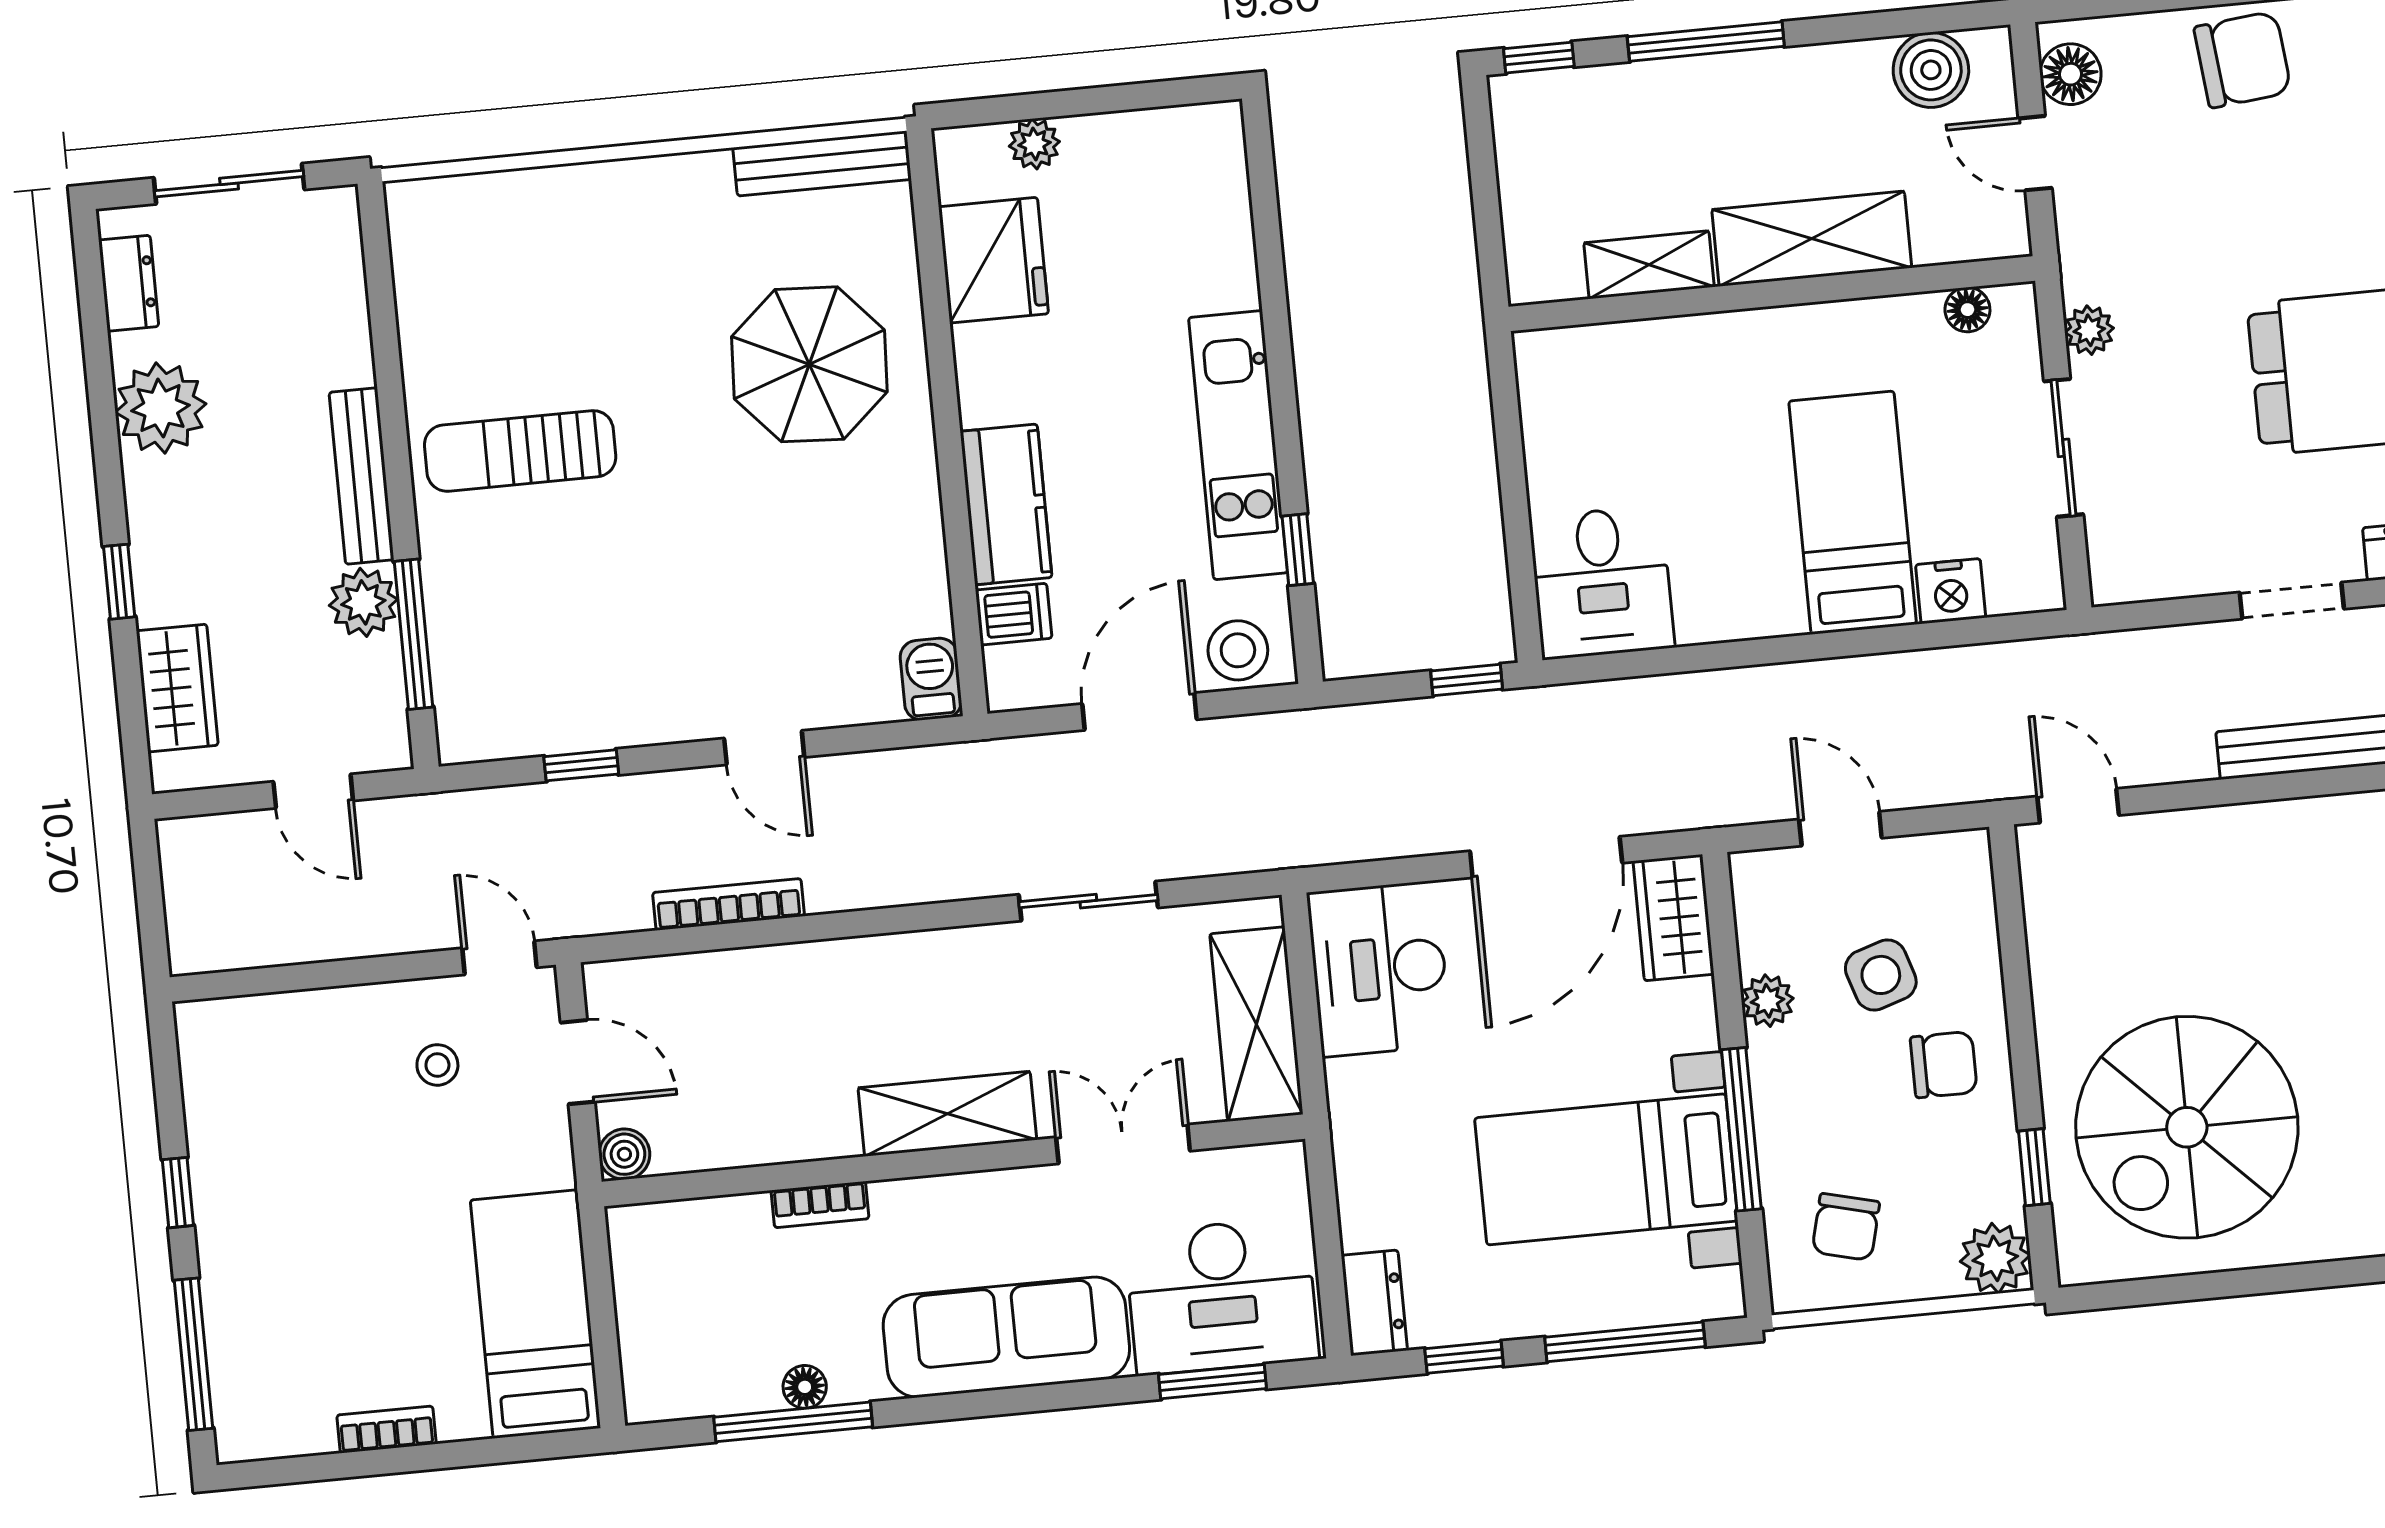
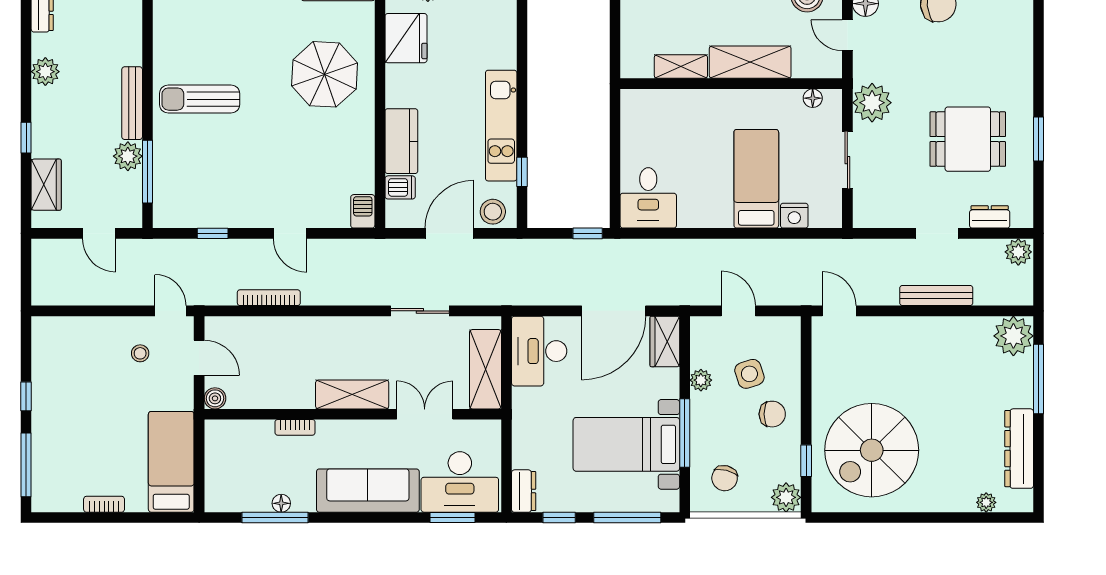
plant: (2089, 330) -> (872, 103), width x1.88, depth x1.88
plant: (161, 408) -> (45, 72), width x0.73, depth x0.73

